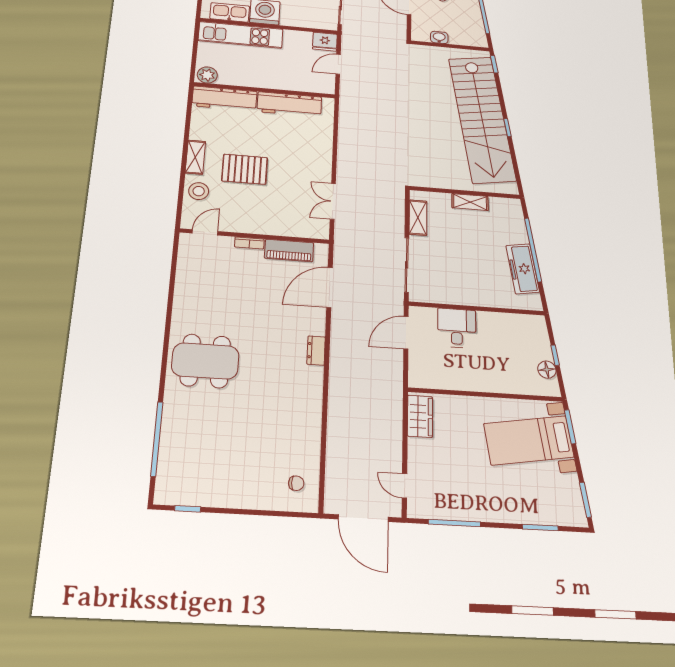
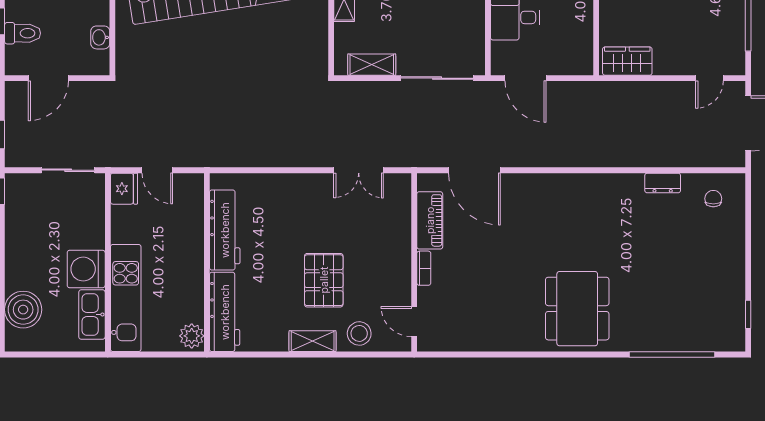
dresser: (316, 351) -> (663, 183), moved

